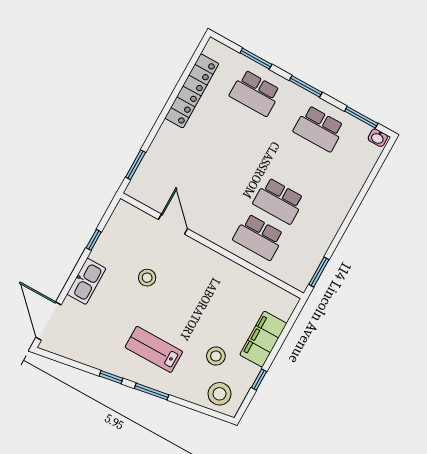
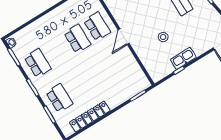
door: (173, 224) -> (124, 37), moved
kitchen sink: (86, 281) -> (183, 58), moved

